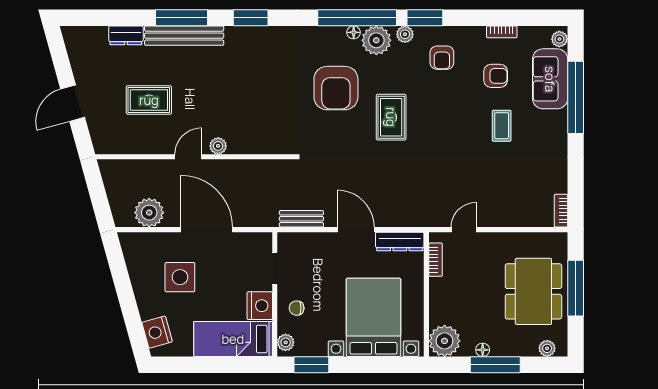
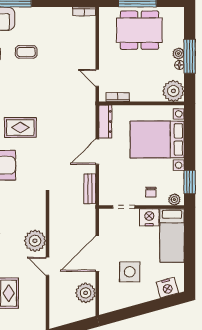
plant: (218, 146) -> (35, 241), width x1.87, depth x1.87
plant: (547, 348) -> (178, 54), moved

